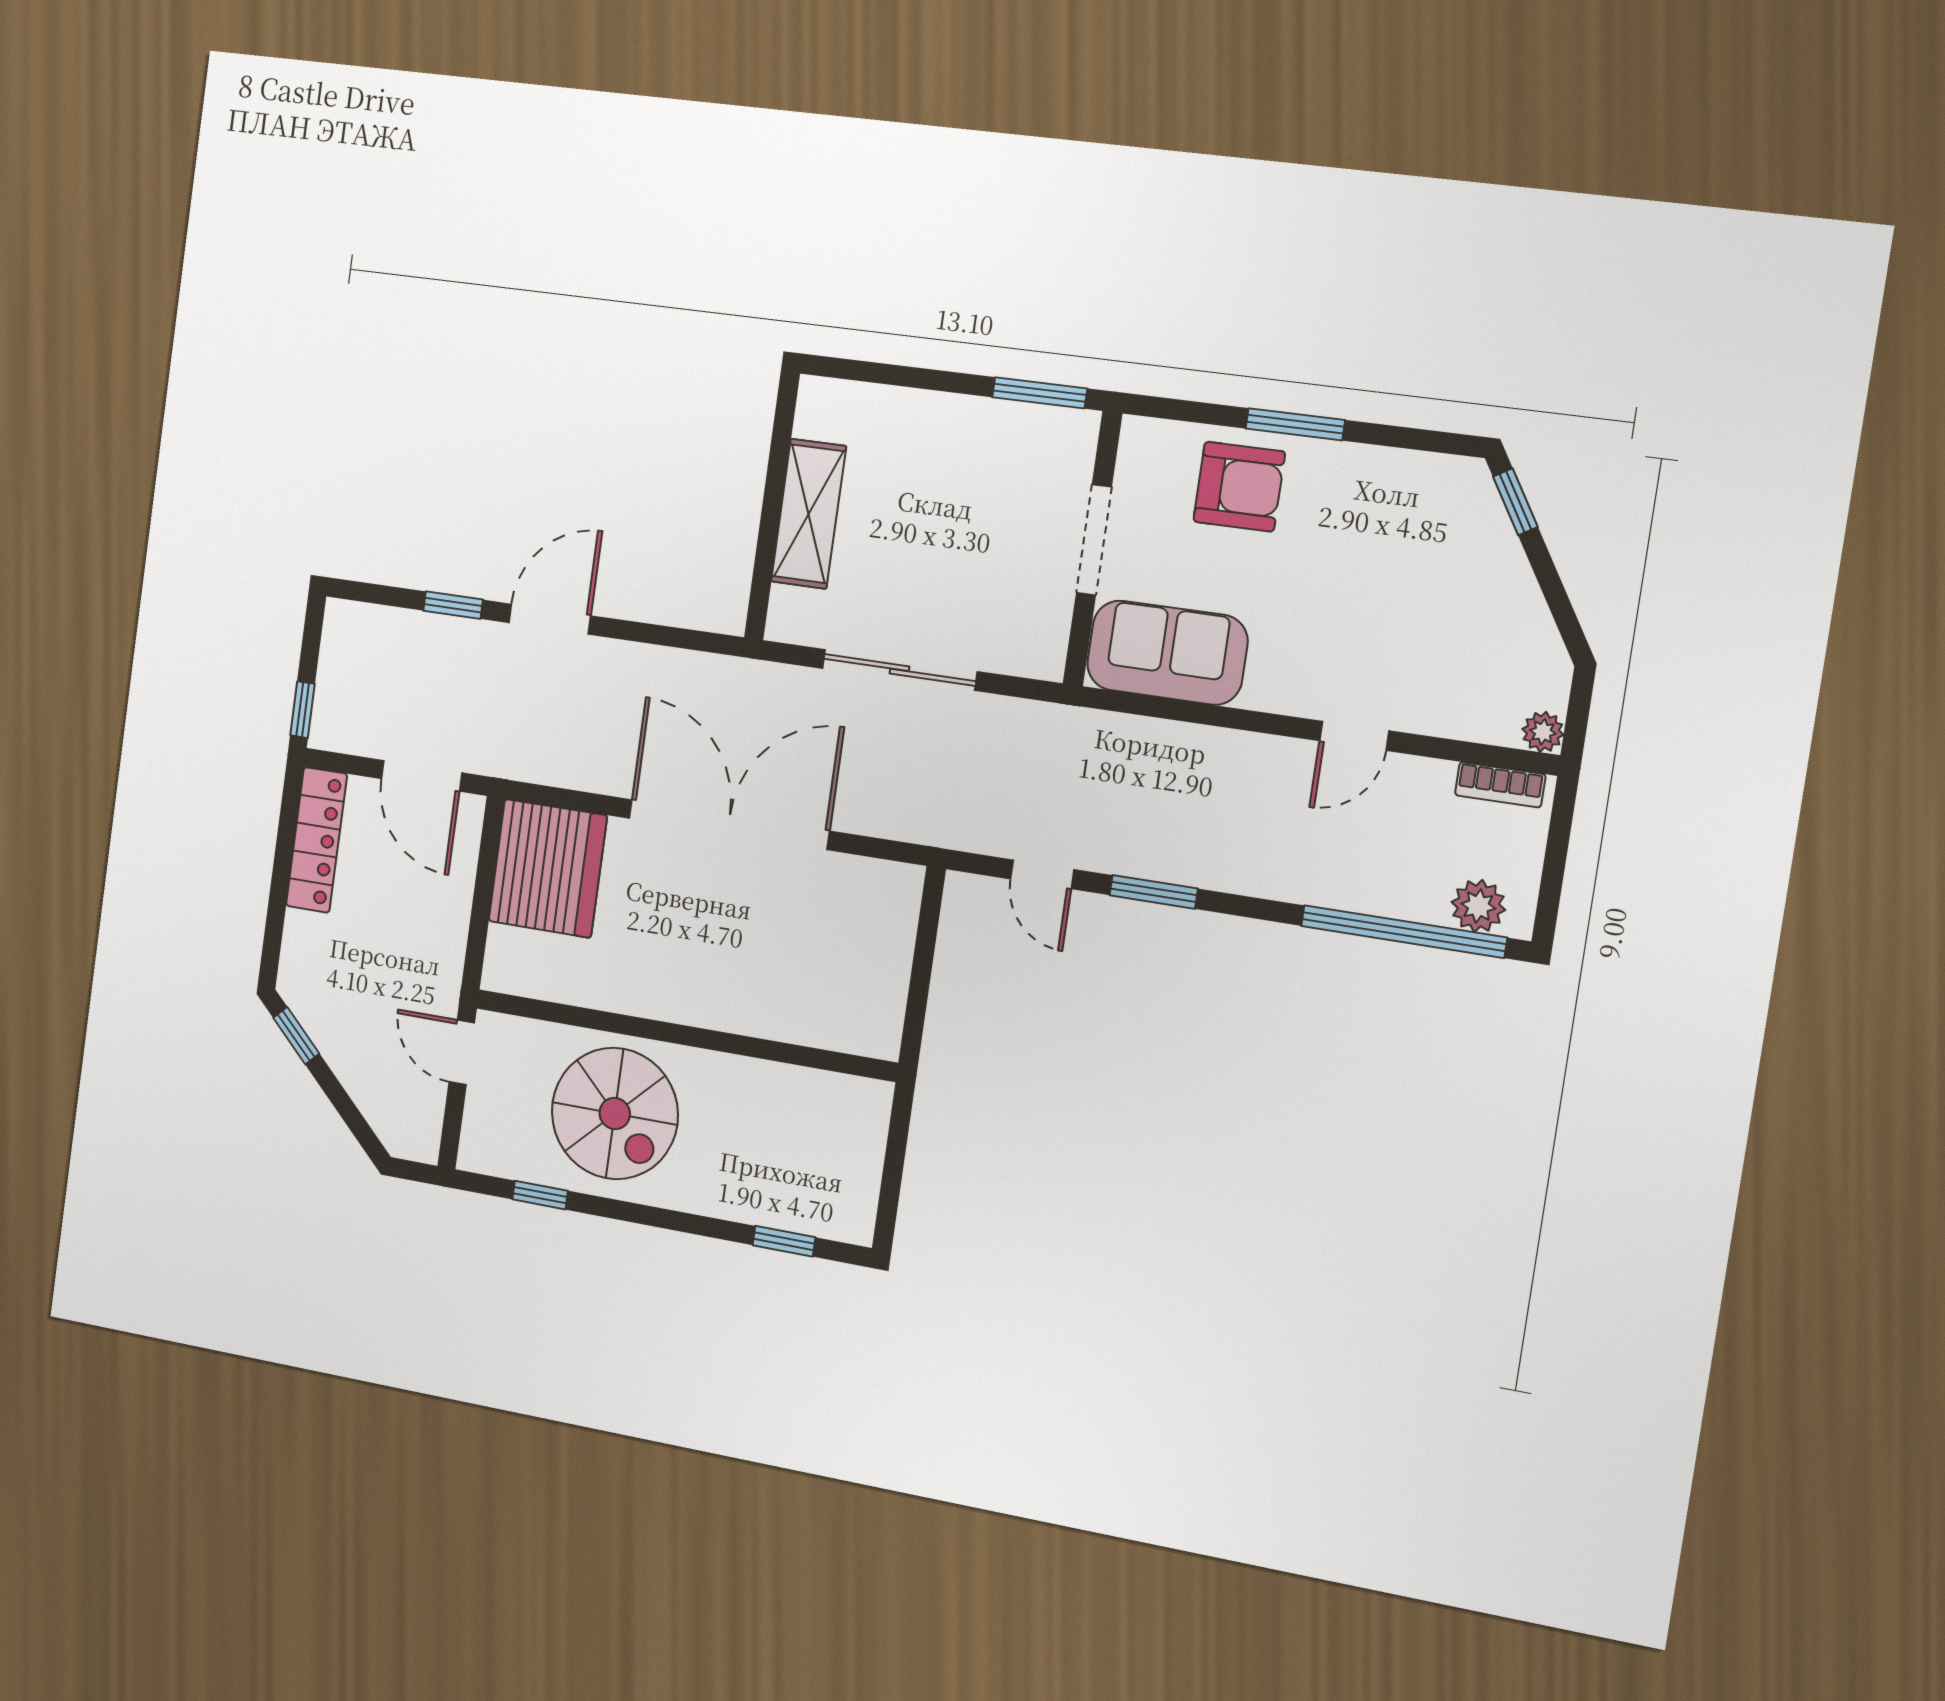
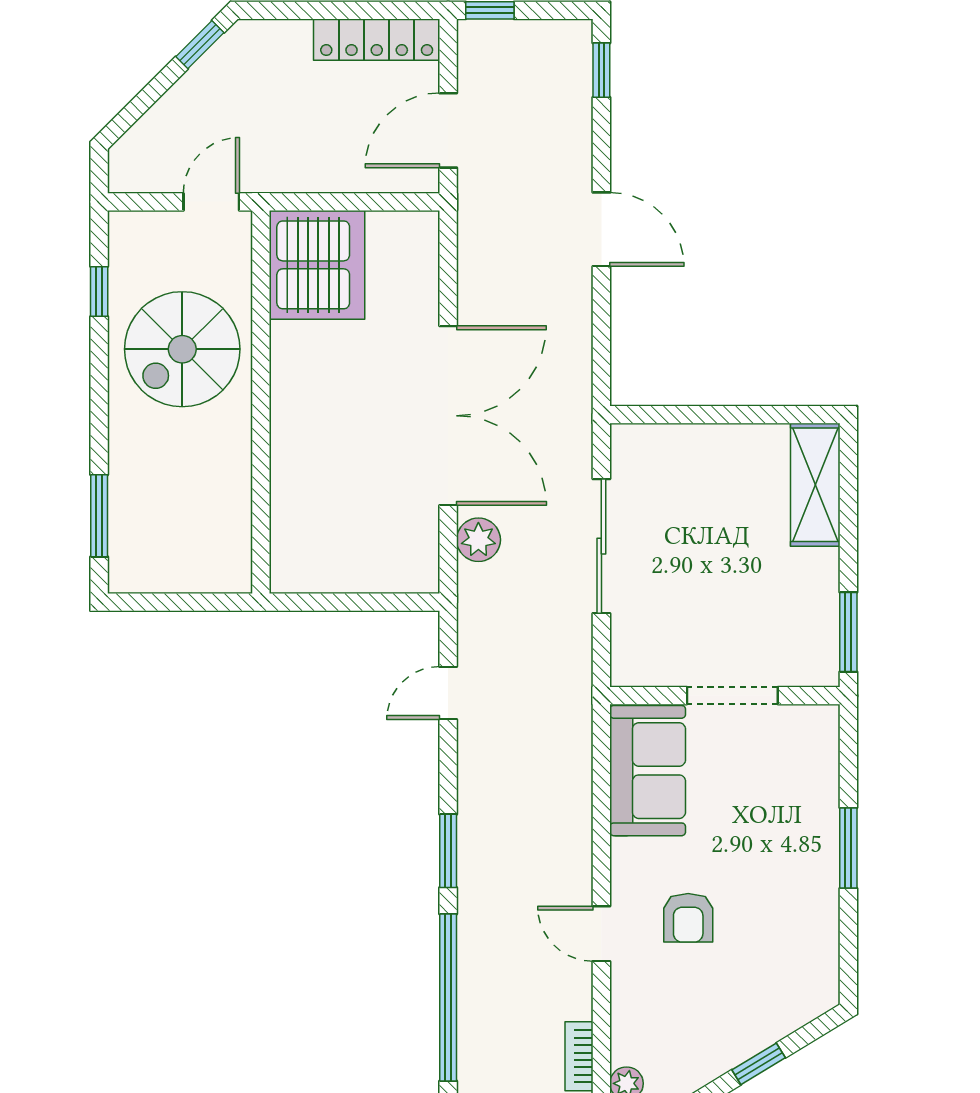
armchair: (1239, 487) -> (688, 918), moved, width x0.72, depth x0.72
window: (1515, 502) -> (759, 1064), moved
shelving: (809, 514) -> (815, 485), moved, turned 90
window: (453, 605) -> (601, 70), moved
server rack: (548, 868) -> (317, 265), moved, turned -90
window: (1154, 892) -> (448, 851), moved
plant: (1478, 906) -> (478, 540), moved
window: (784, 1241) -> (99, 516), width x1.50

